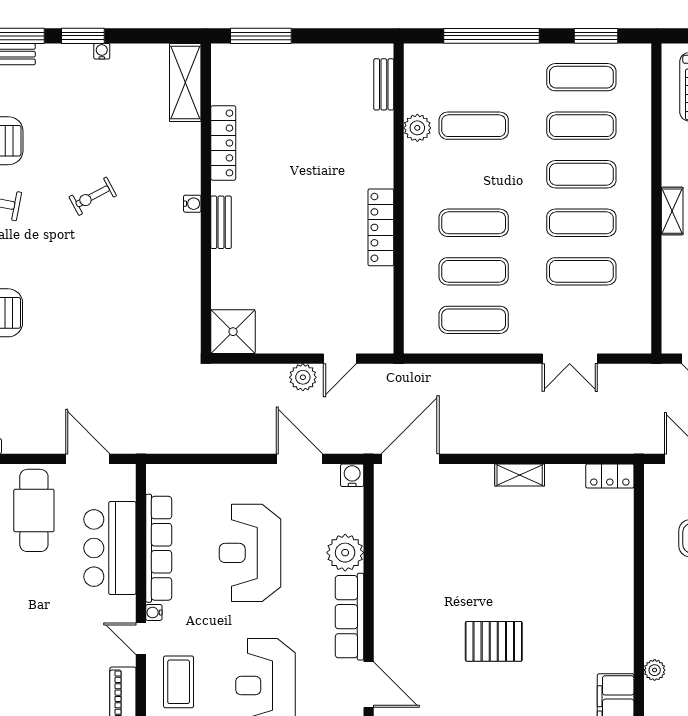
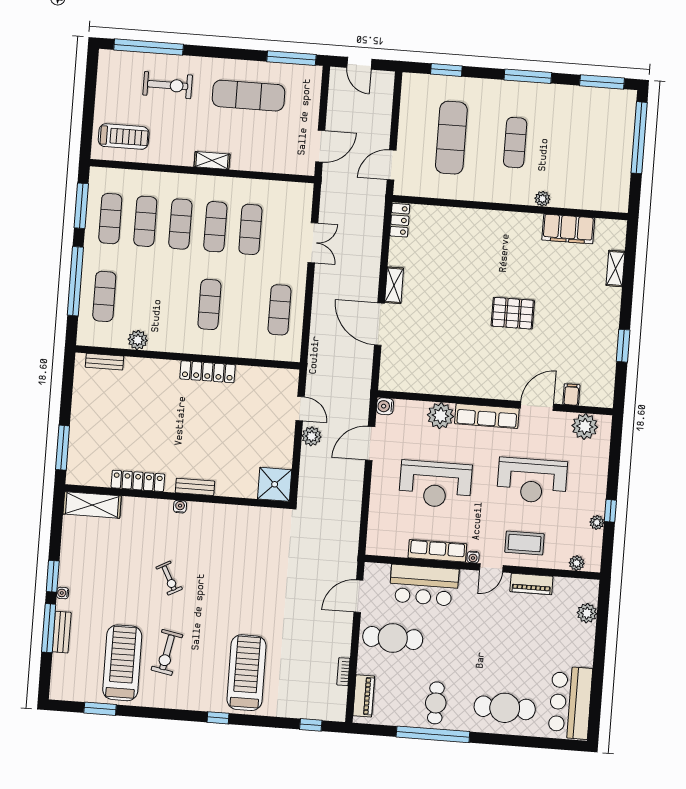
window: (596, 36) -> (81, 206), width x1.44
water cooler: (102, 51) -> (63, 593), moved
exercise mat: (474, 126) -> (104, 296), moved
exercise mat: (474, 271) -> (244, 307), removed
door: (410, 459) -> (379, 324), moved
row of seats: (159, 548) -> (437, 551), width x0.73
pallet: (494, 641) -> (513, 313), turned 90

